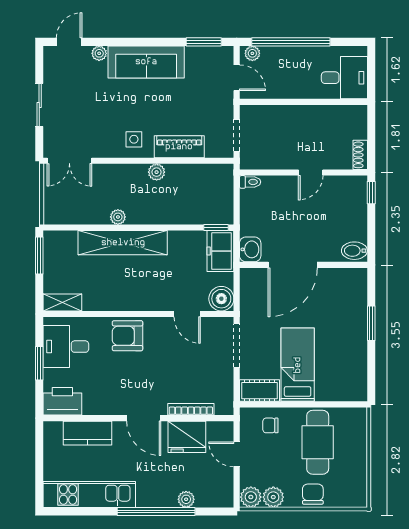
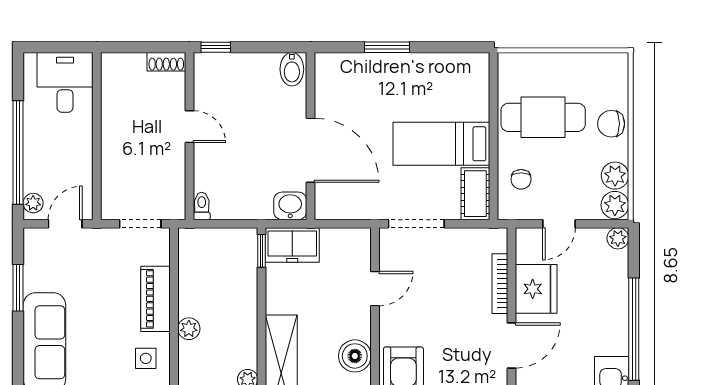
window: (204, 42) -> (18, 288), moved
boiler: (221, 299) -> (355, 356), moved
plant: (186, 499) -> (618, 238), moved

